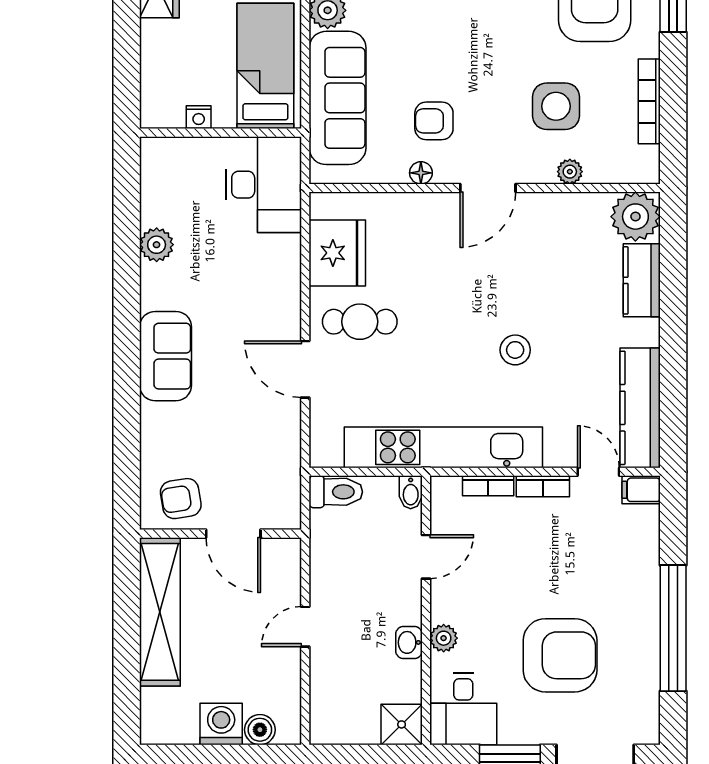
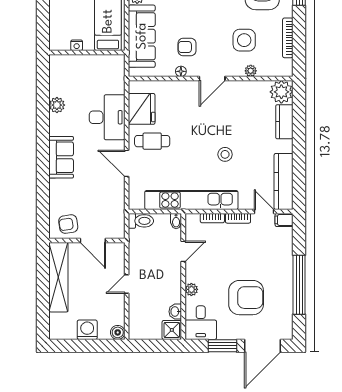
desk: (264, 185) -> (107, 117), moved
washbasin: (409, 642) -> (175, 312), moved
boiler: (260, 730) -> (118, 332), moved

